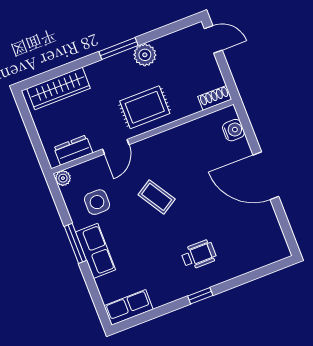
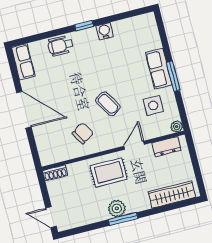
plant: (145, 55) -> (117, 209), moved
water cooler: (233, 130) -> (105, 31), moved, turned 90
chair: (185, 154) -> (83, 133), added
wheelchair: (199, 255) -> (61, 46), moved
row of seats: (129, 307) -> (23, 62), moved, turned -90

